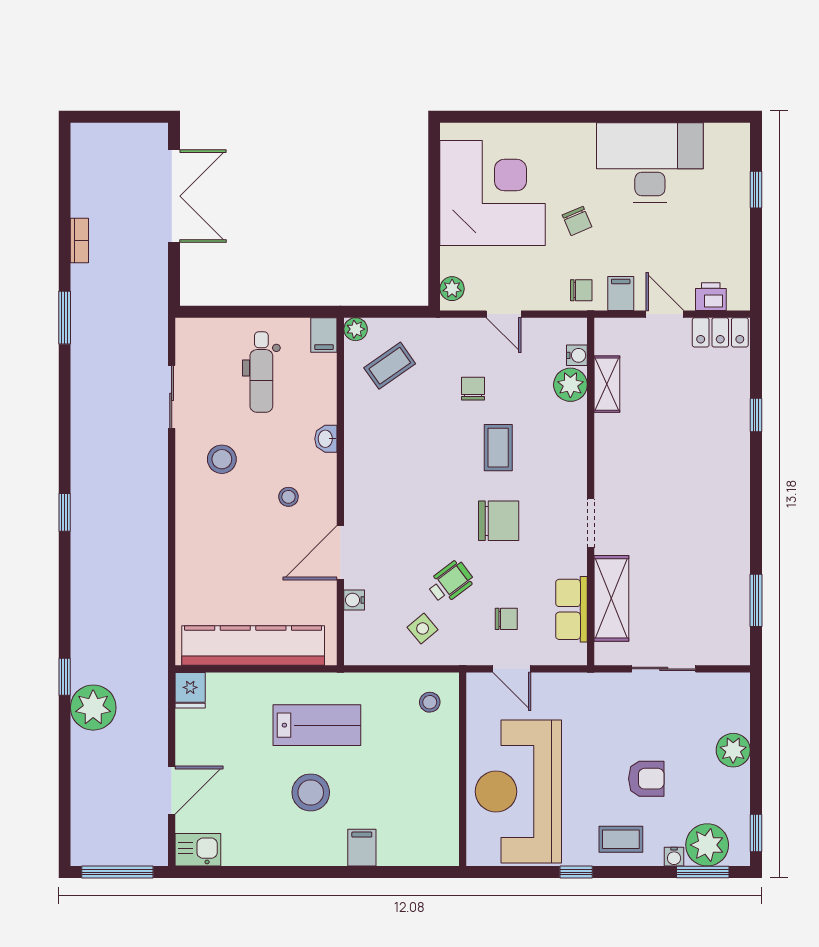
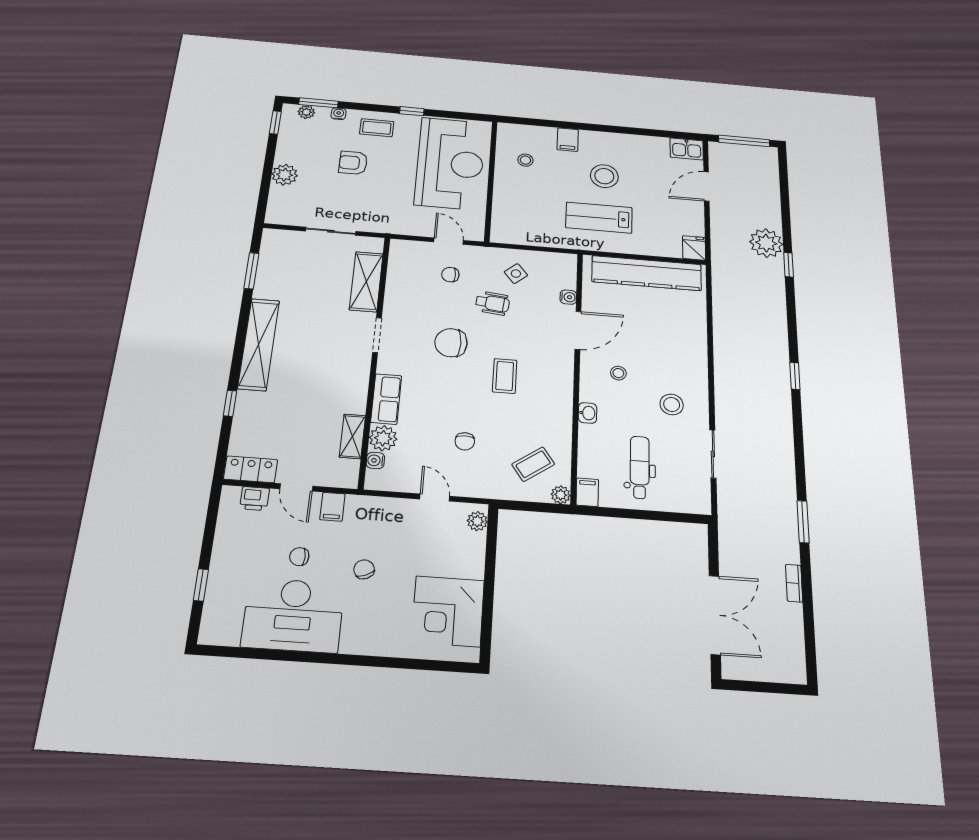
corner desk: (493, 193) -> (448, 611), width x0.74, depth x0.74
double door: (174, 196) -> (715, 615), swing flipped
chair: (581, 290) -> (299, 557), moved
coffee table: (498, 448) -> (505, 376), moved
shelving: (733, 497) -> (259, 344), added
wheelchair: (450, 582) -> (492, 303), turned -137
row of seats: (571, 609) -> (386, 399), moved
stool: (430, 702) -> (525, 160), moved
plant: (707, 845) -> (306, 112), width x0.53, depth x0.53

